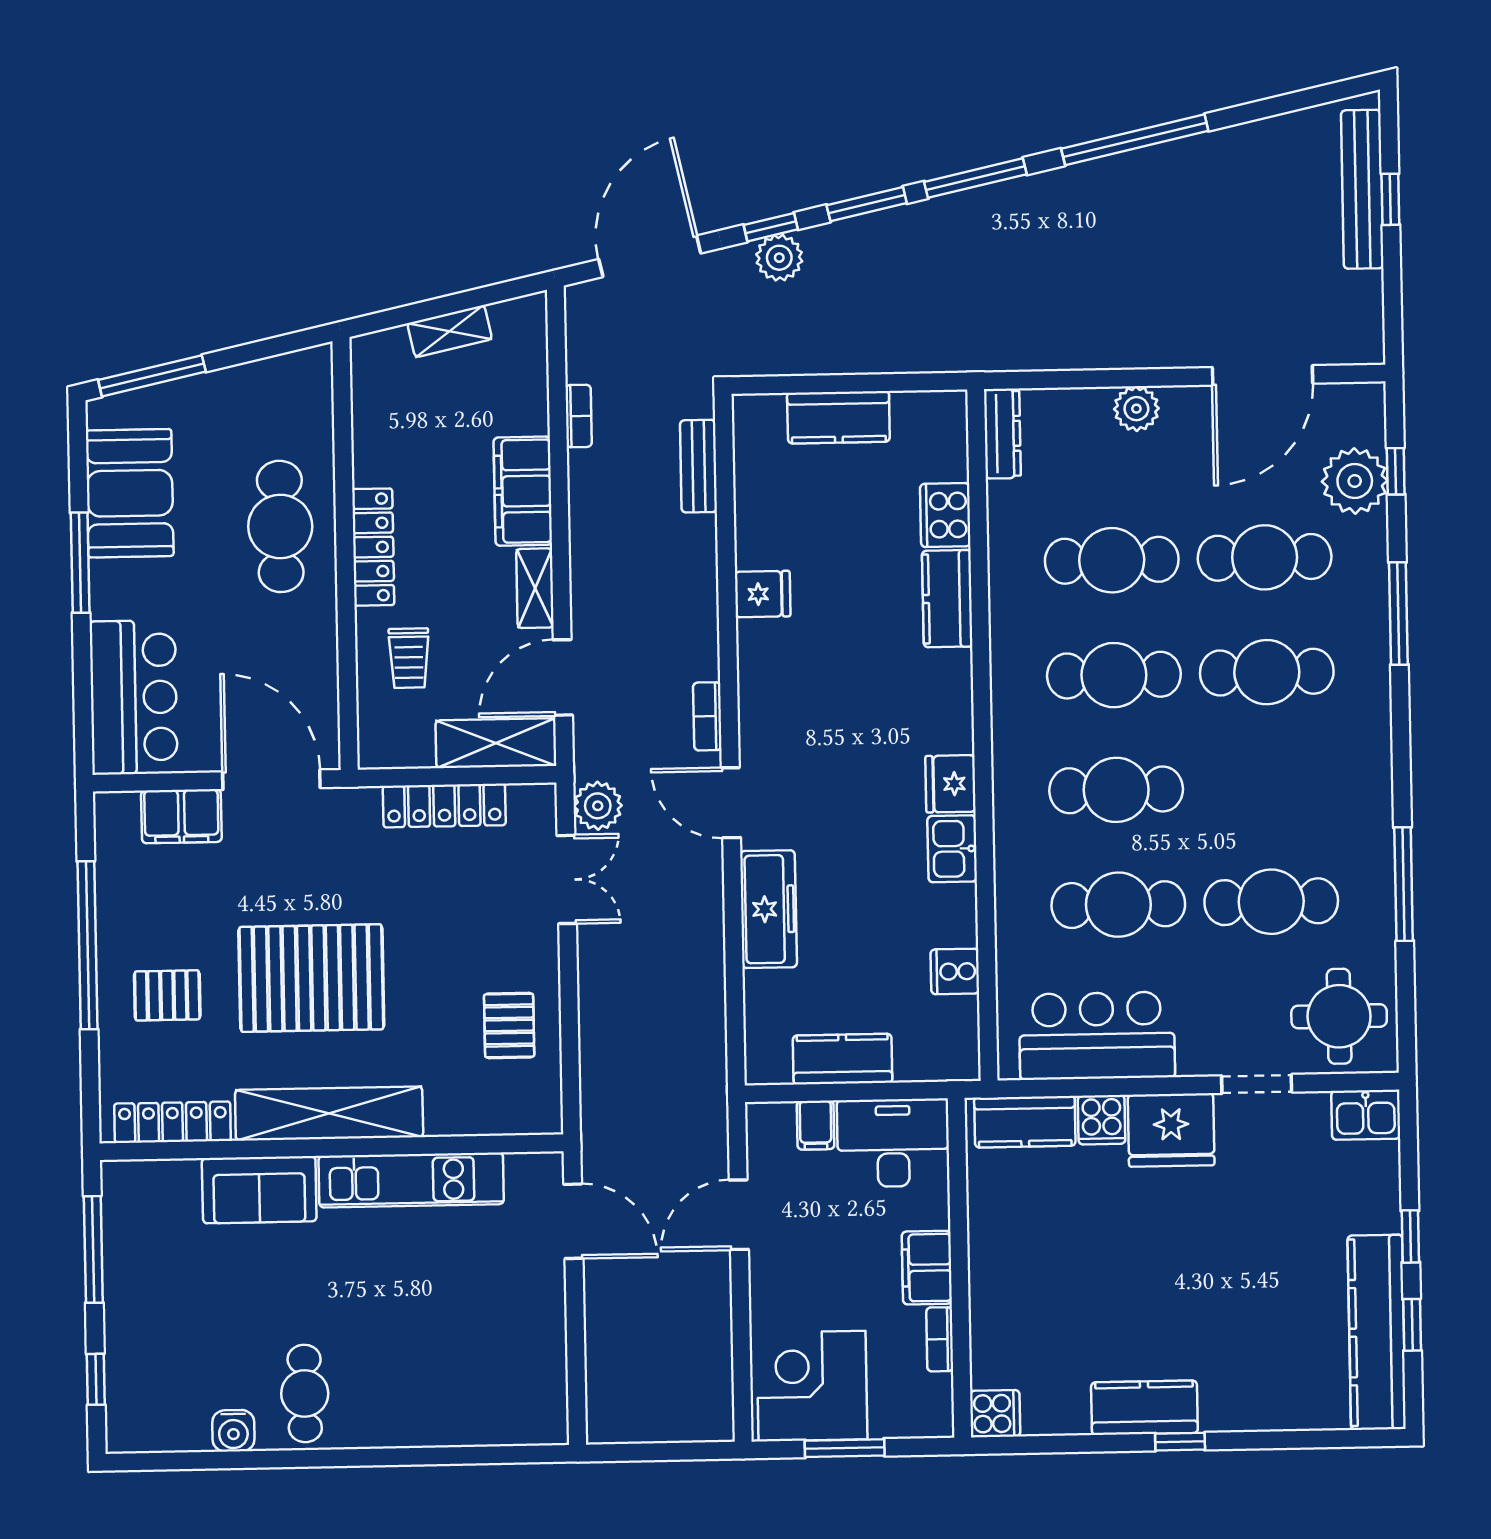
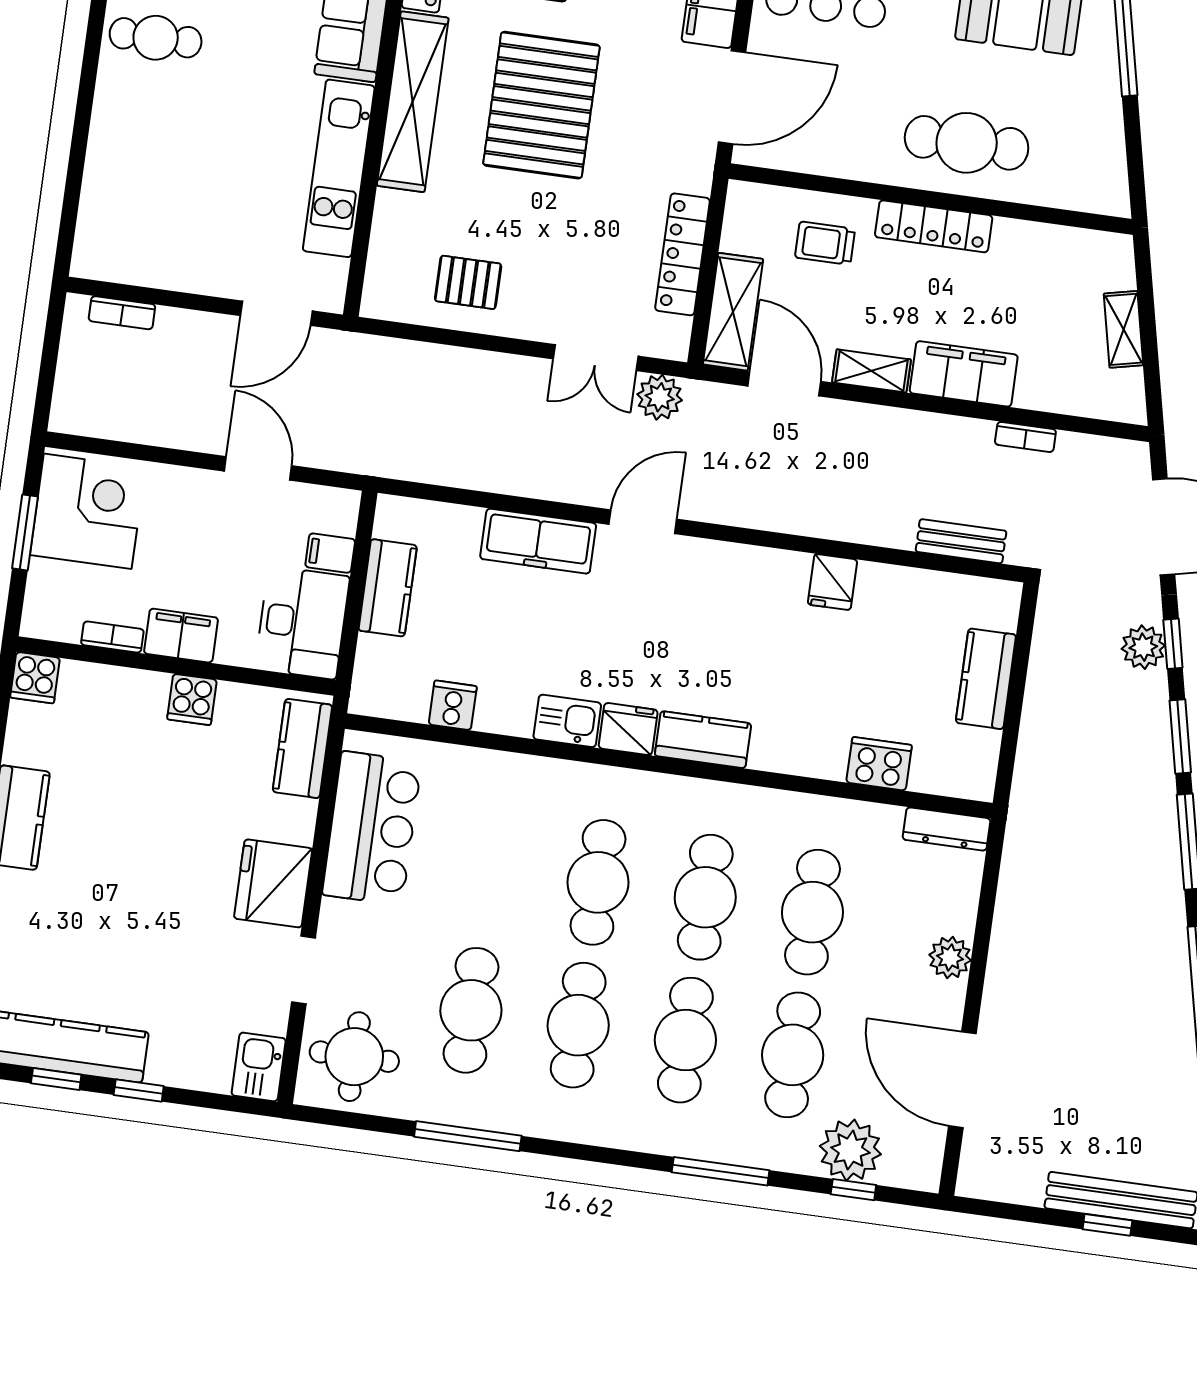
kitchen counter: (947, 599) -> (703, 740), moved
bookcase: (707, 716) -> (122, 313), moved, turned 180
cafe table: (1118, 905) -> (578, 1025), moved
cooker: (1102, 1120) -> (192, 699), moved, turned -90

